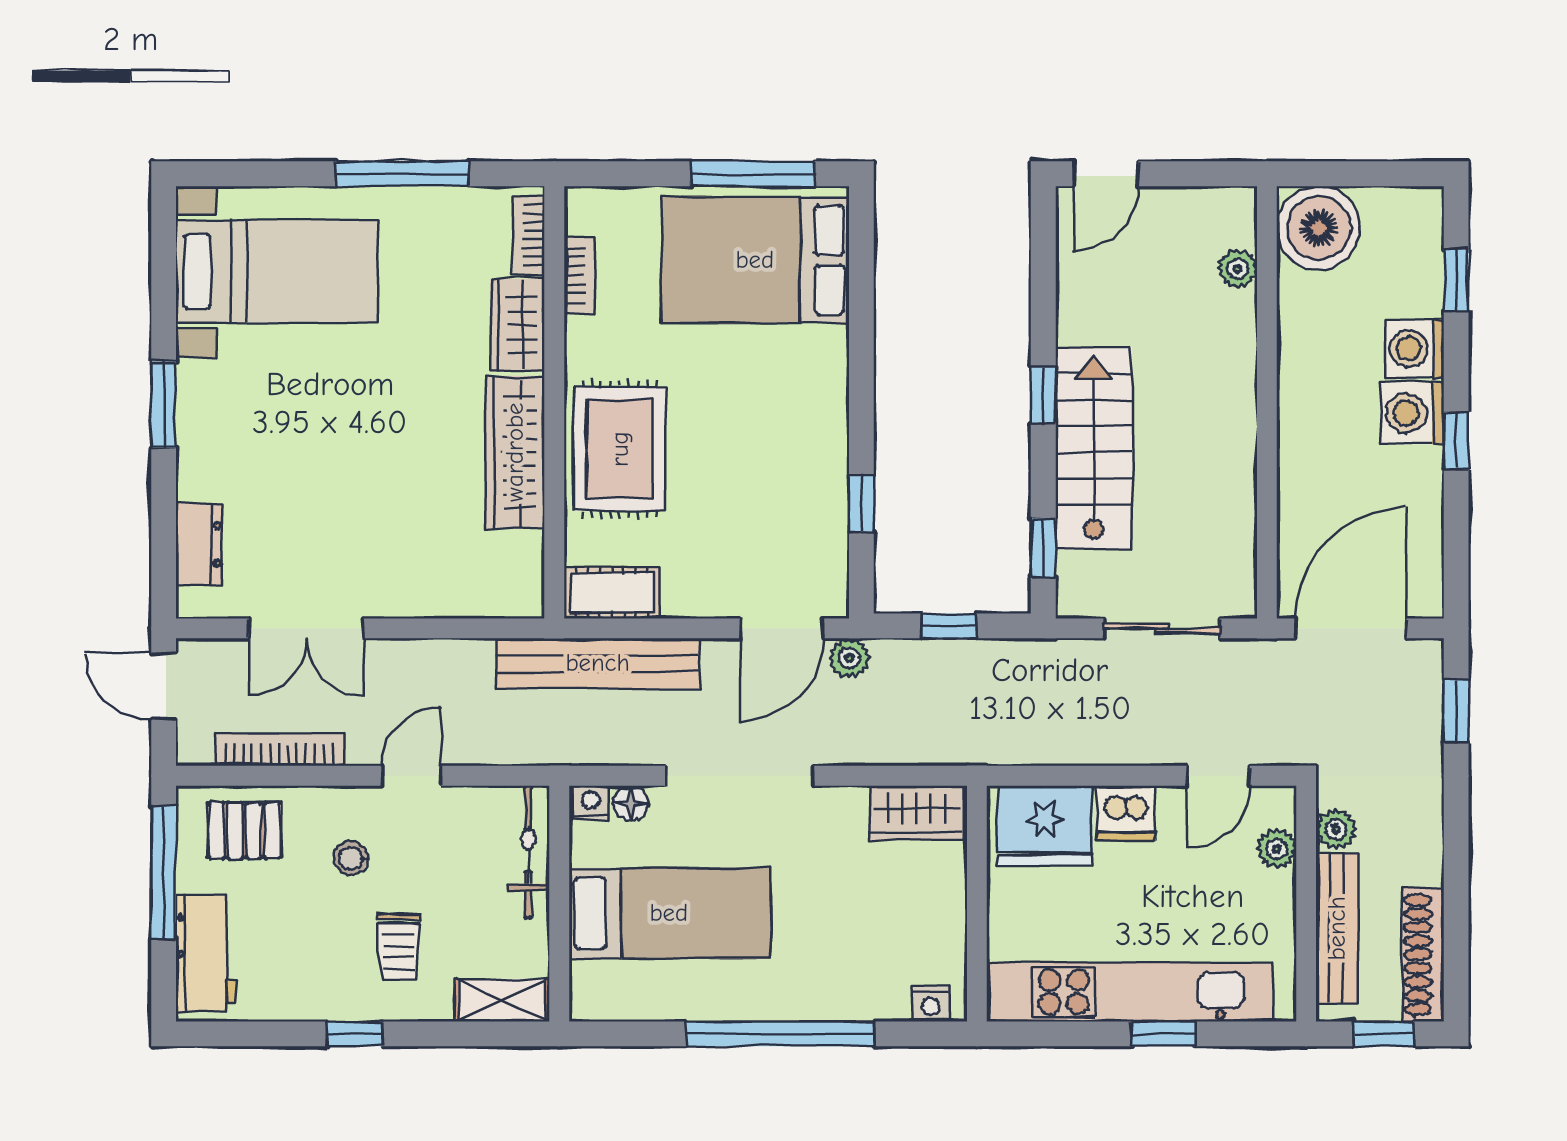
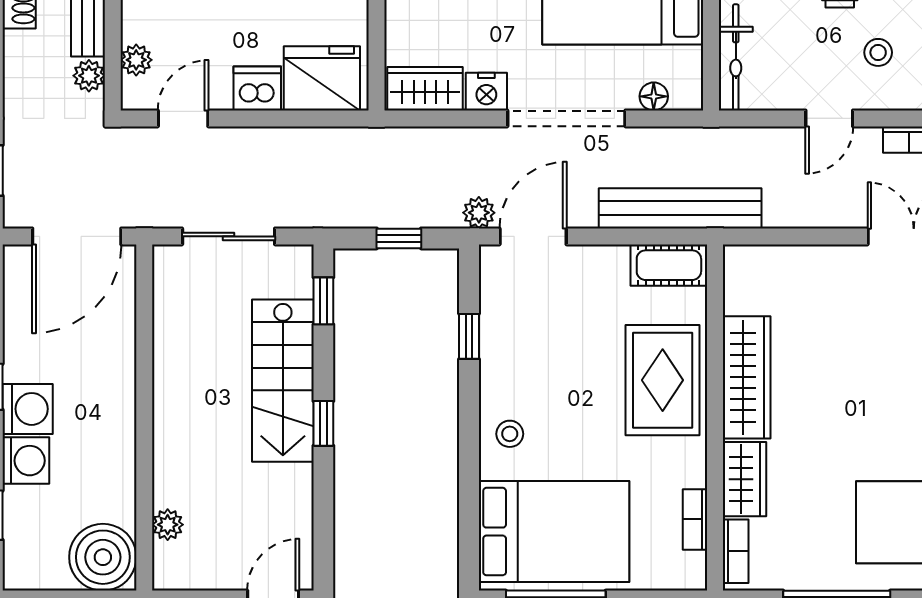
stool: (811, 382) -> (510, 434), added
nightstand: (591, 803) -> (486, 92), moved, width x1.39, depth x1.35

